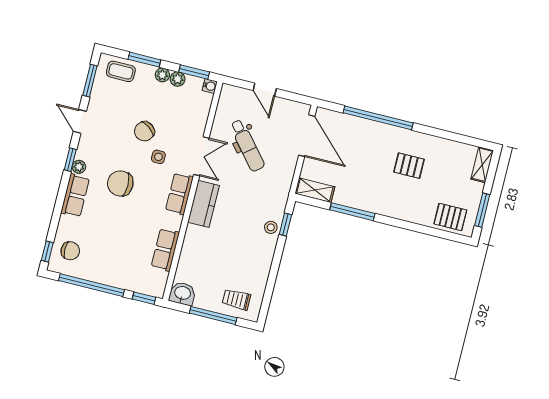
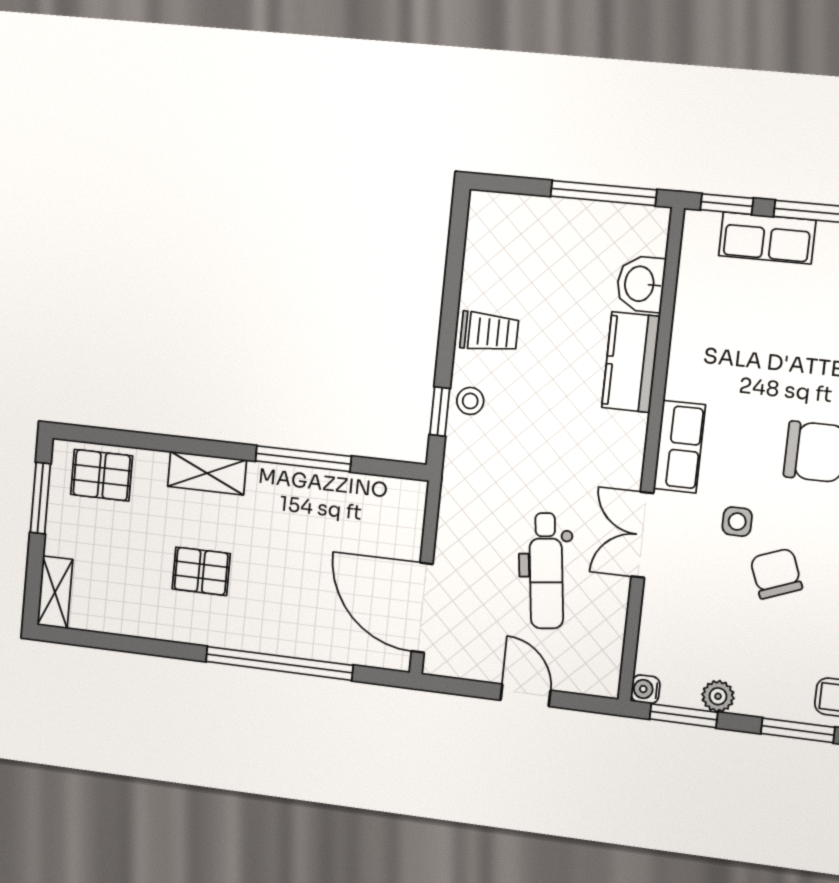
plant: (162, 75) -> (753, 701), removed
chair: (144, 131) -> (776, 574), turned -57
dental chair: (247, 145) -> (546, 571), turned -147
shelving: (315, 190) -> (207, 473), moved
kitchen counter: (203, 204) -> (631, 362), moved
row of seats: (165, 250) -> (767, 238), moved, turned 90
washbasin: (182, 294) -> (641, 284), moved, turned 90
trolley: (236, 299) -> (489, 332), moved
window: (213, 315) -> (604, 193), moved

